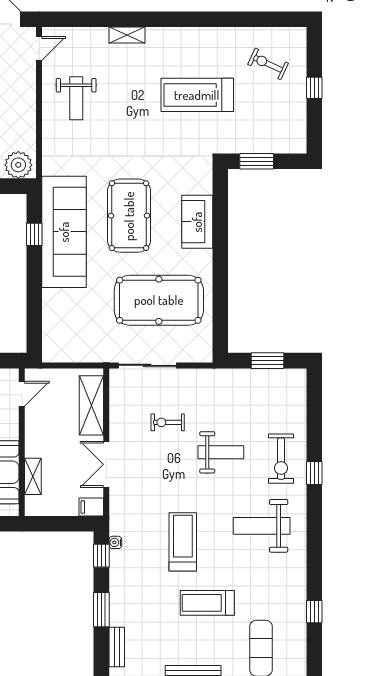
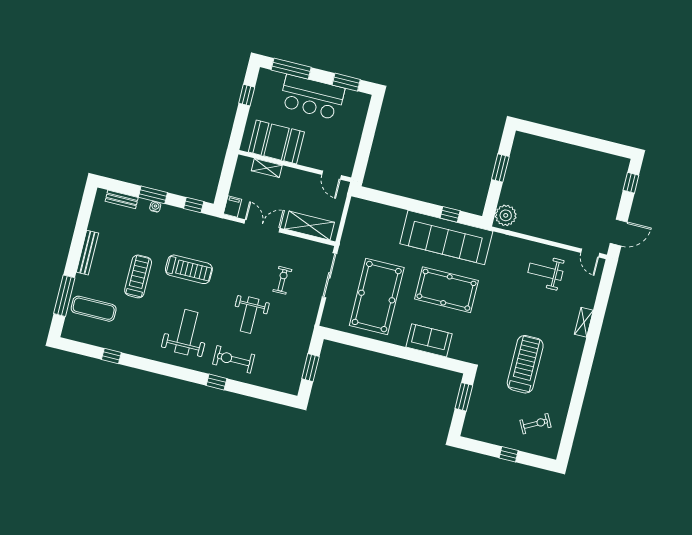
exercise bike: (268, 64) -> (535, 424), turned 37
water cooler: (115, 542) -> (155, 207), moved

